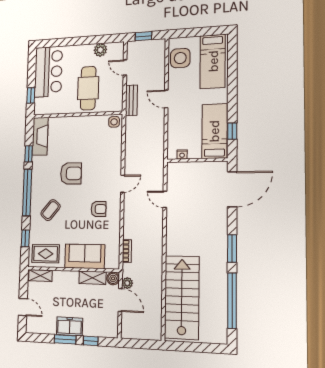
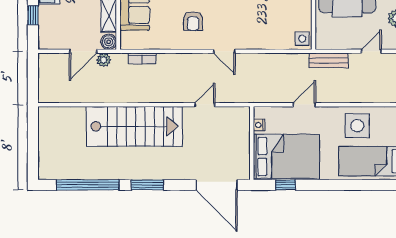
side table: (180, 58) -> (357, 126), moved
door: (166, 99) -> (304, 105), moved
bed: (214, 131) -> (286, 156), width x1.50
stairs: (182, 297) -> (134, 126), moved

